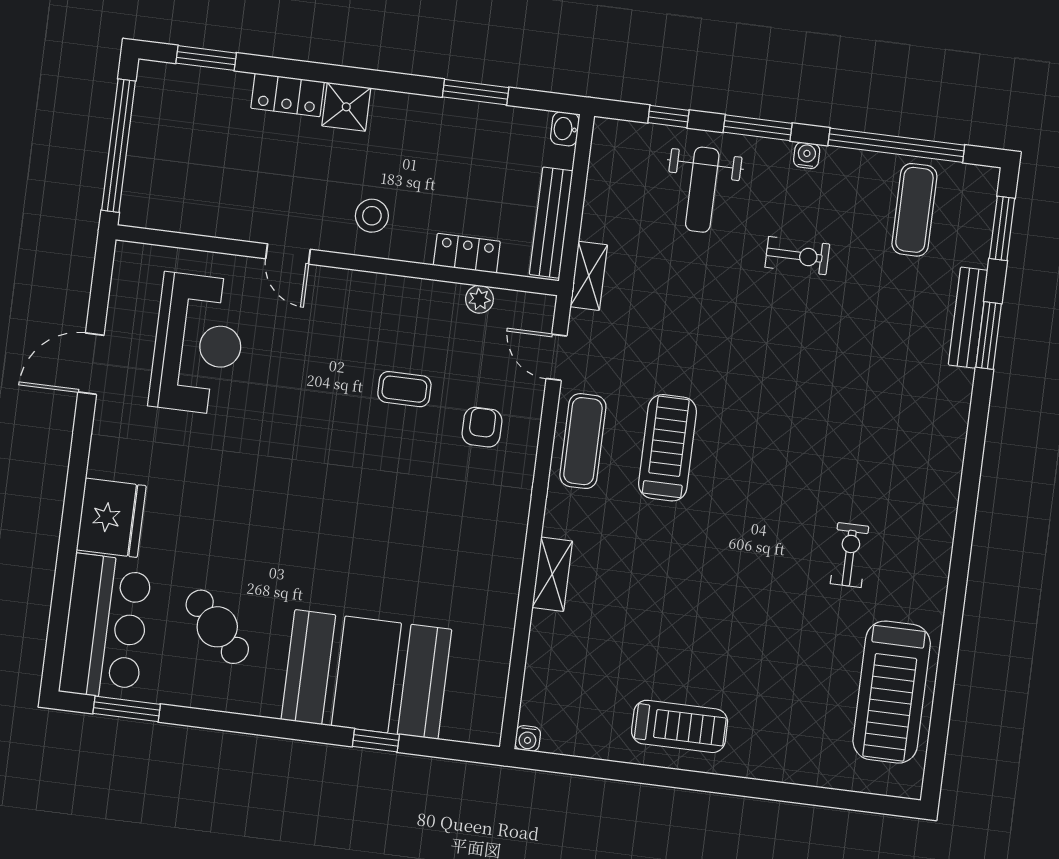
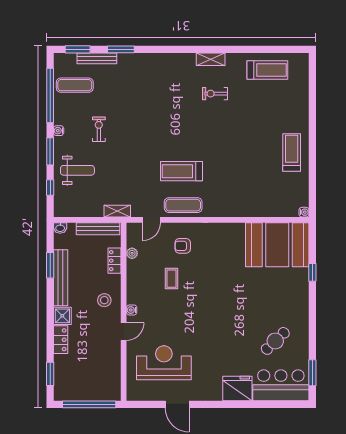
bench: (441, 114) -> (61, 278), added
water cooler: (339, 280) -> (132, 310), added
bench: (968, 318) -> (97, 58), moved
shelving: (552, 574) -> (211, 59), moved
booth: (366, 674) -> (277, 245), moved, turned 90
treadmill: (892, 692) -> (267, 70), width x0.73, depth x0.73

